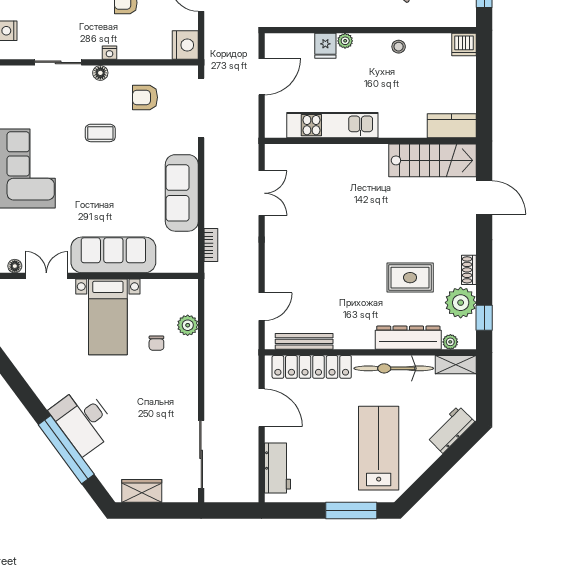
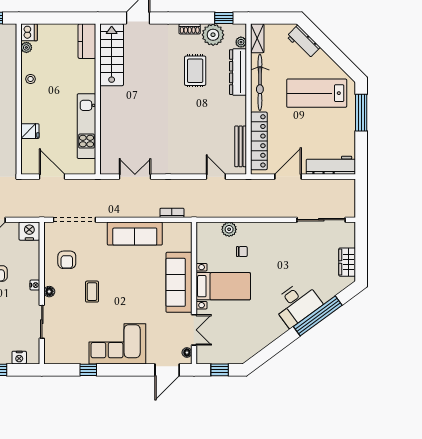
plant: (345, 41) -> (26, 47), moved
double door: (46, 276) -> (194, 330), swing flipped
workbench: (277, 468) -> (331, 165), width x1.38

